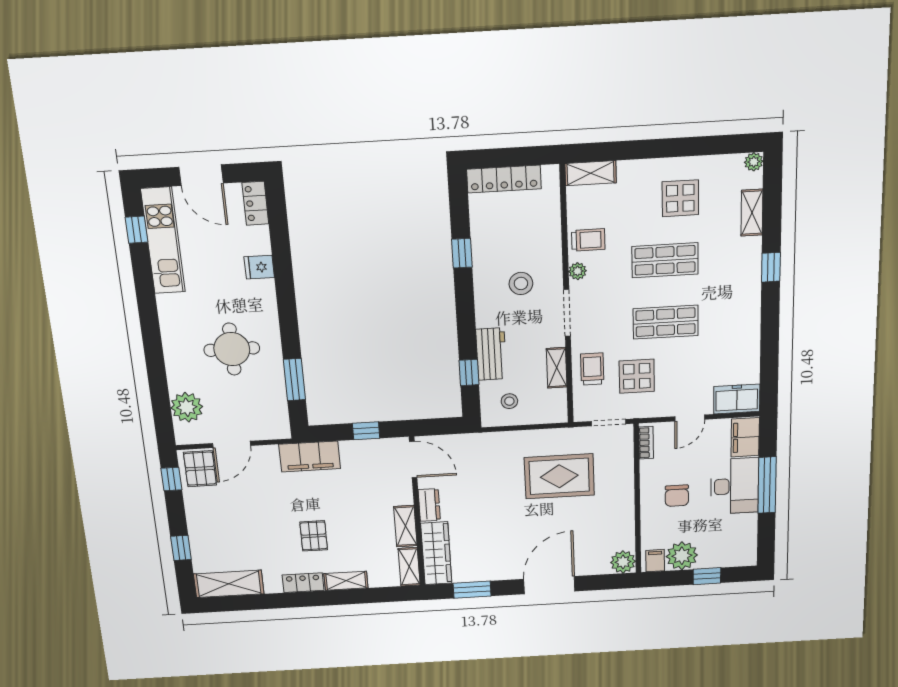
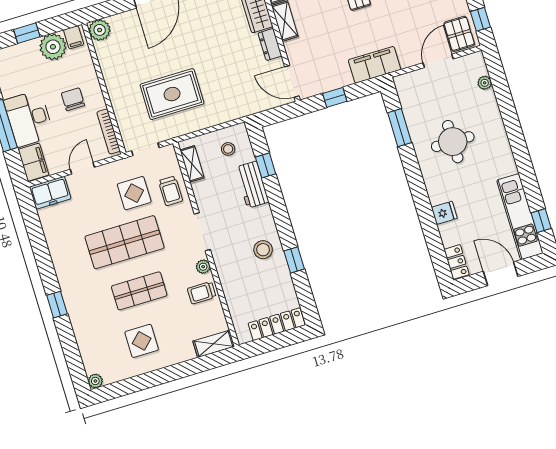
shelving: (752, 213) -> (85, 343), removed
stool: (521, 283) -> (263, 250), moved
shop shelf: (666, 322) -> (125, 242), width x1.43, depth x1.36
shelving: (557, 368) -> (192, 164), moved
plant: (187, 407) -> (485, 83), width x0.53, depth x0.53
bookcase: (646, 443) -> (109, 131), width x1.56

